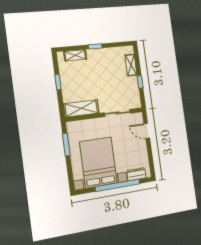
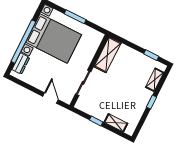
window: (58, 82) -> (151, 55), moved
door: (147, 131) -> (51, 98), hinge flipped
window: (66, 145) -> (75, 17), moved

